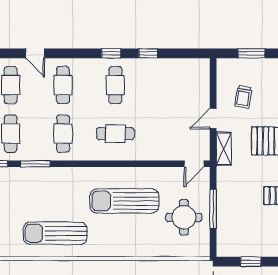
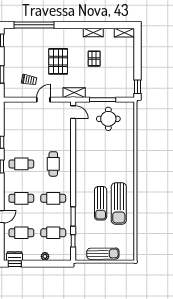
door: (213, 119) -> (43, 100), swing flipped
shelving: (224, 149) -> (74, 93), moved
sun lounger: (124, 201) -> (101, 203), moved, width x0.73, depth x0.75
window: (251, 262) -> (137, 87), moved

